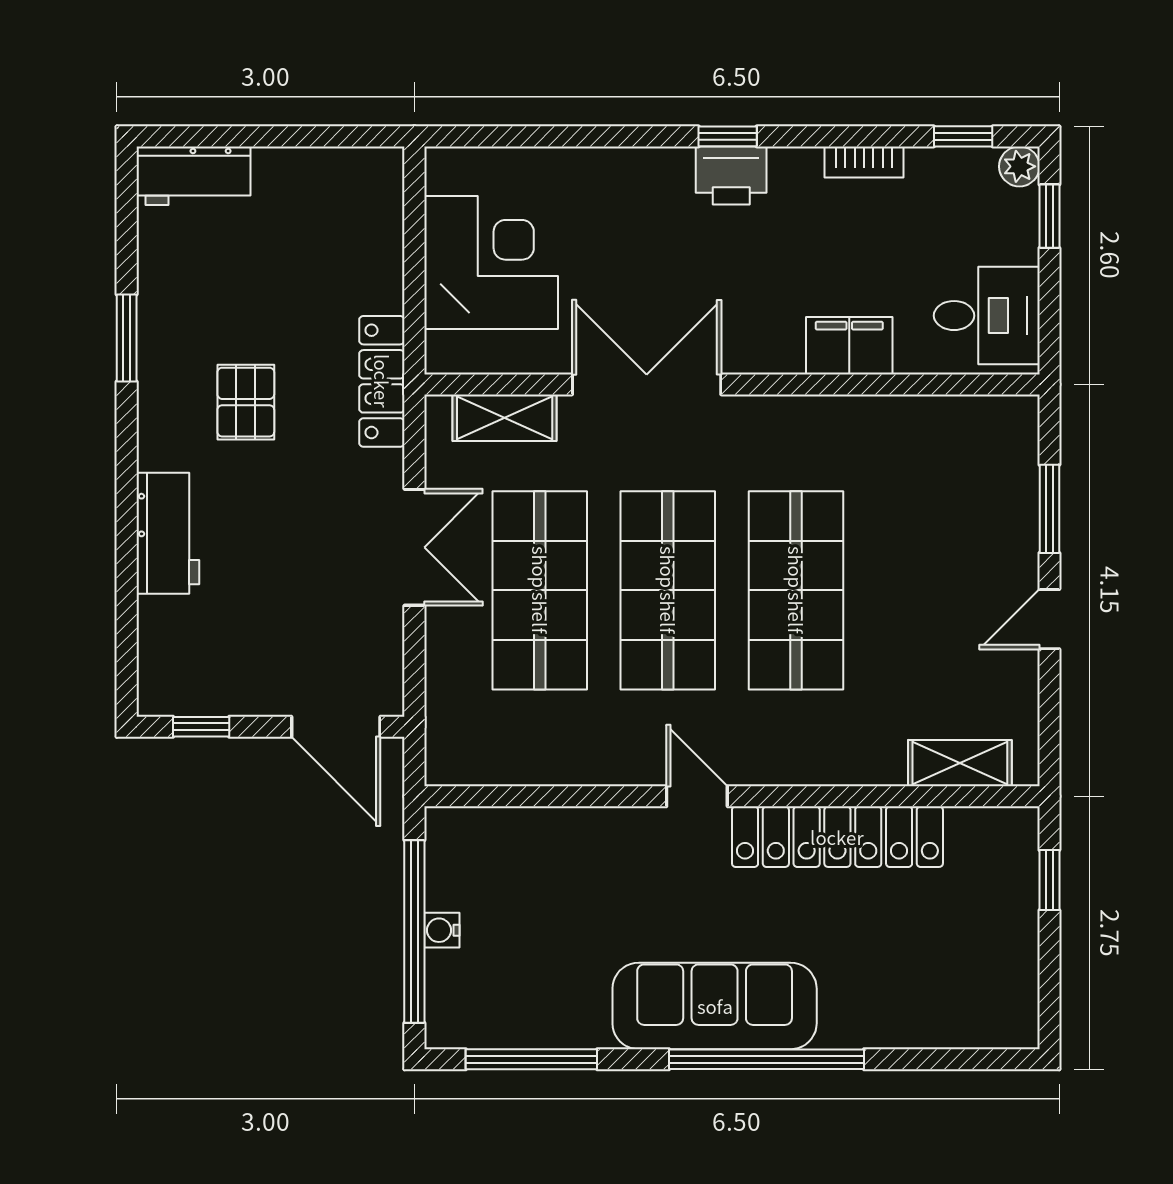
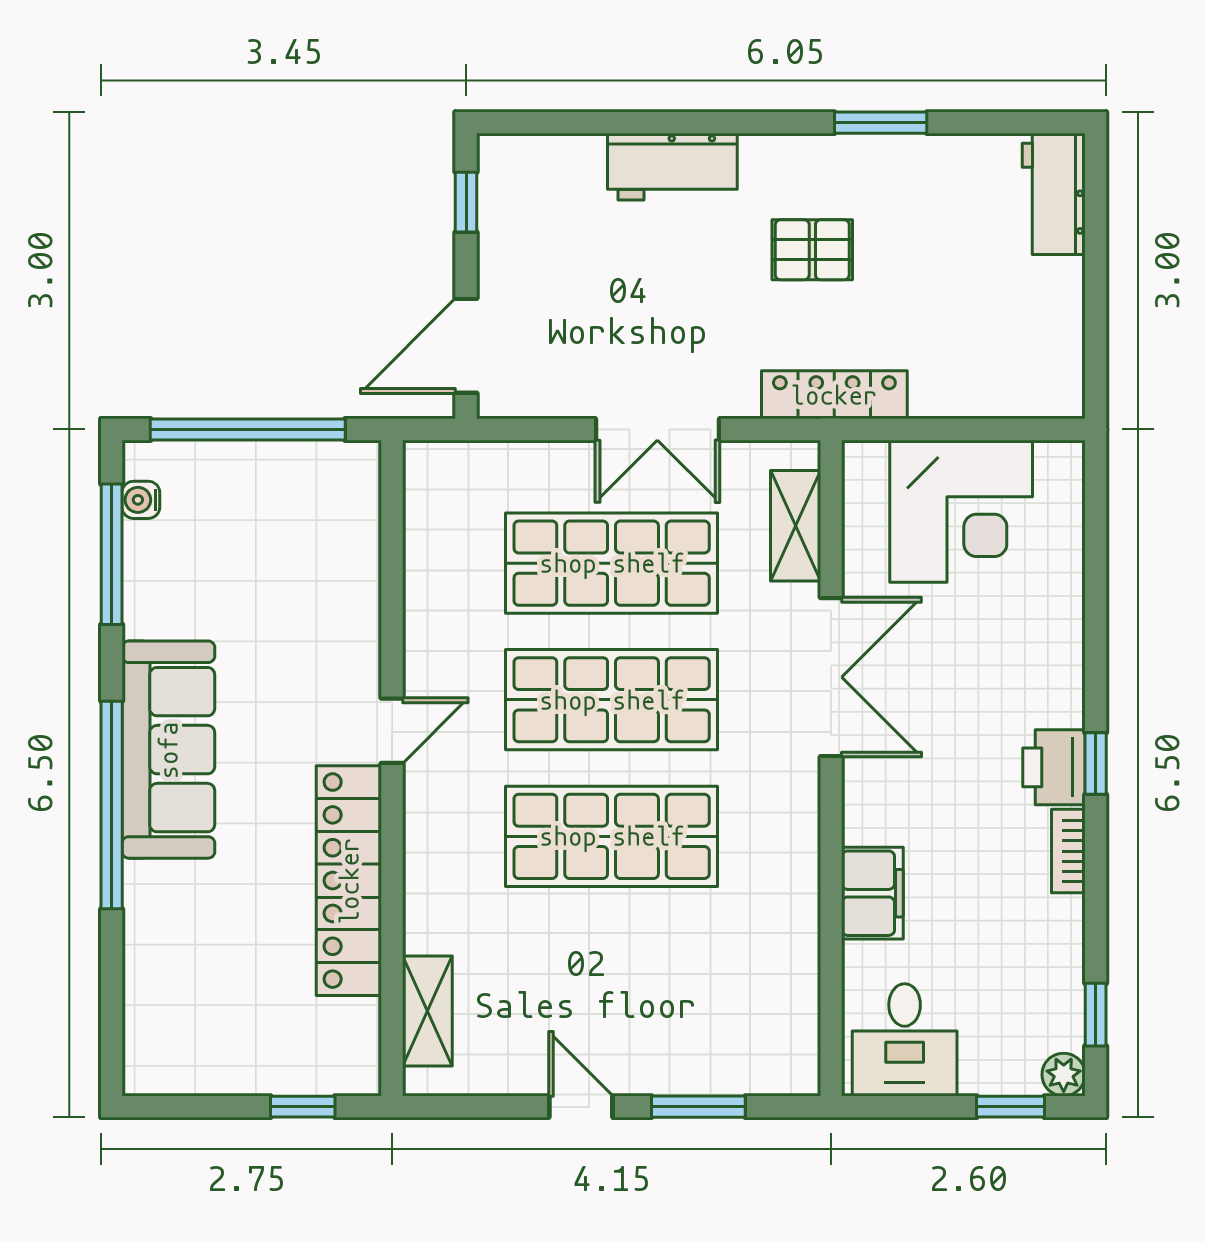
bookcase: (864, 162) -> (1068, 851), moved
water cooler: (442, 930) -> (141, 500), moved, turned -90

